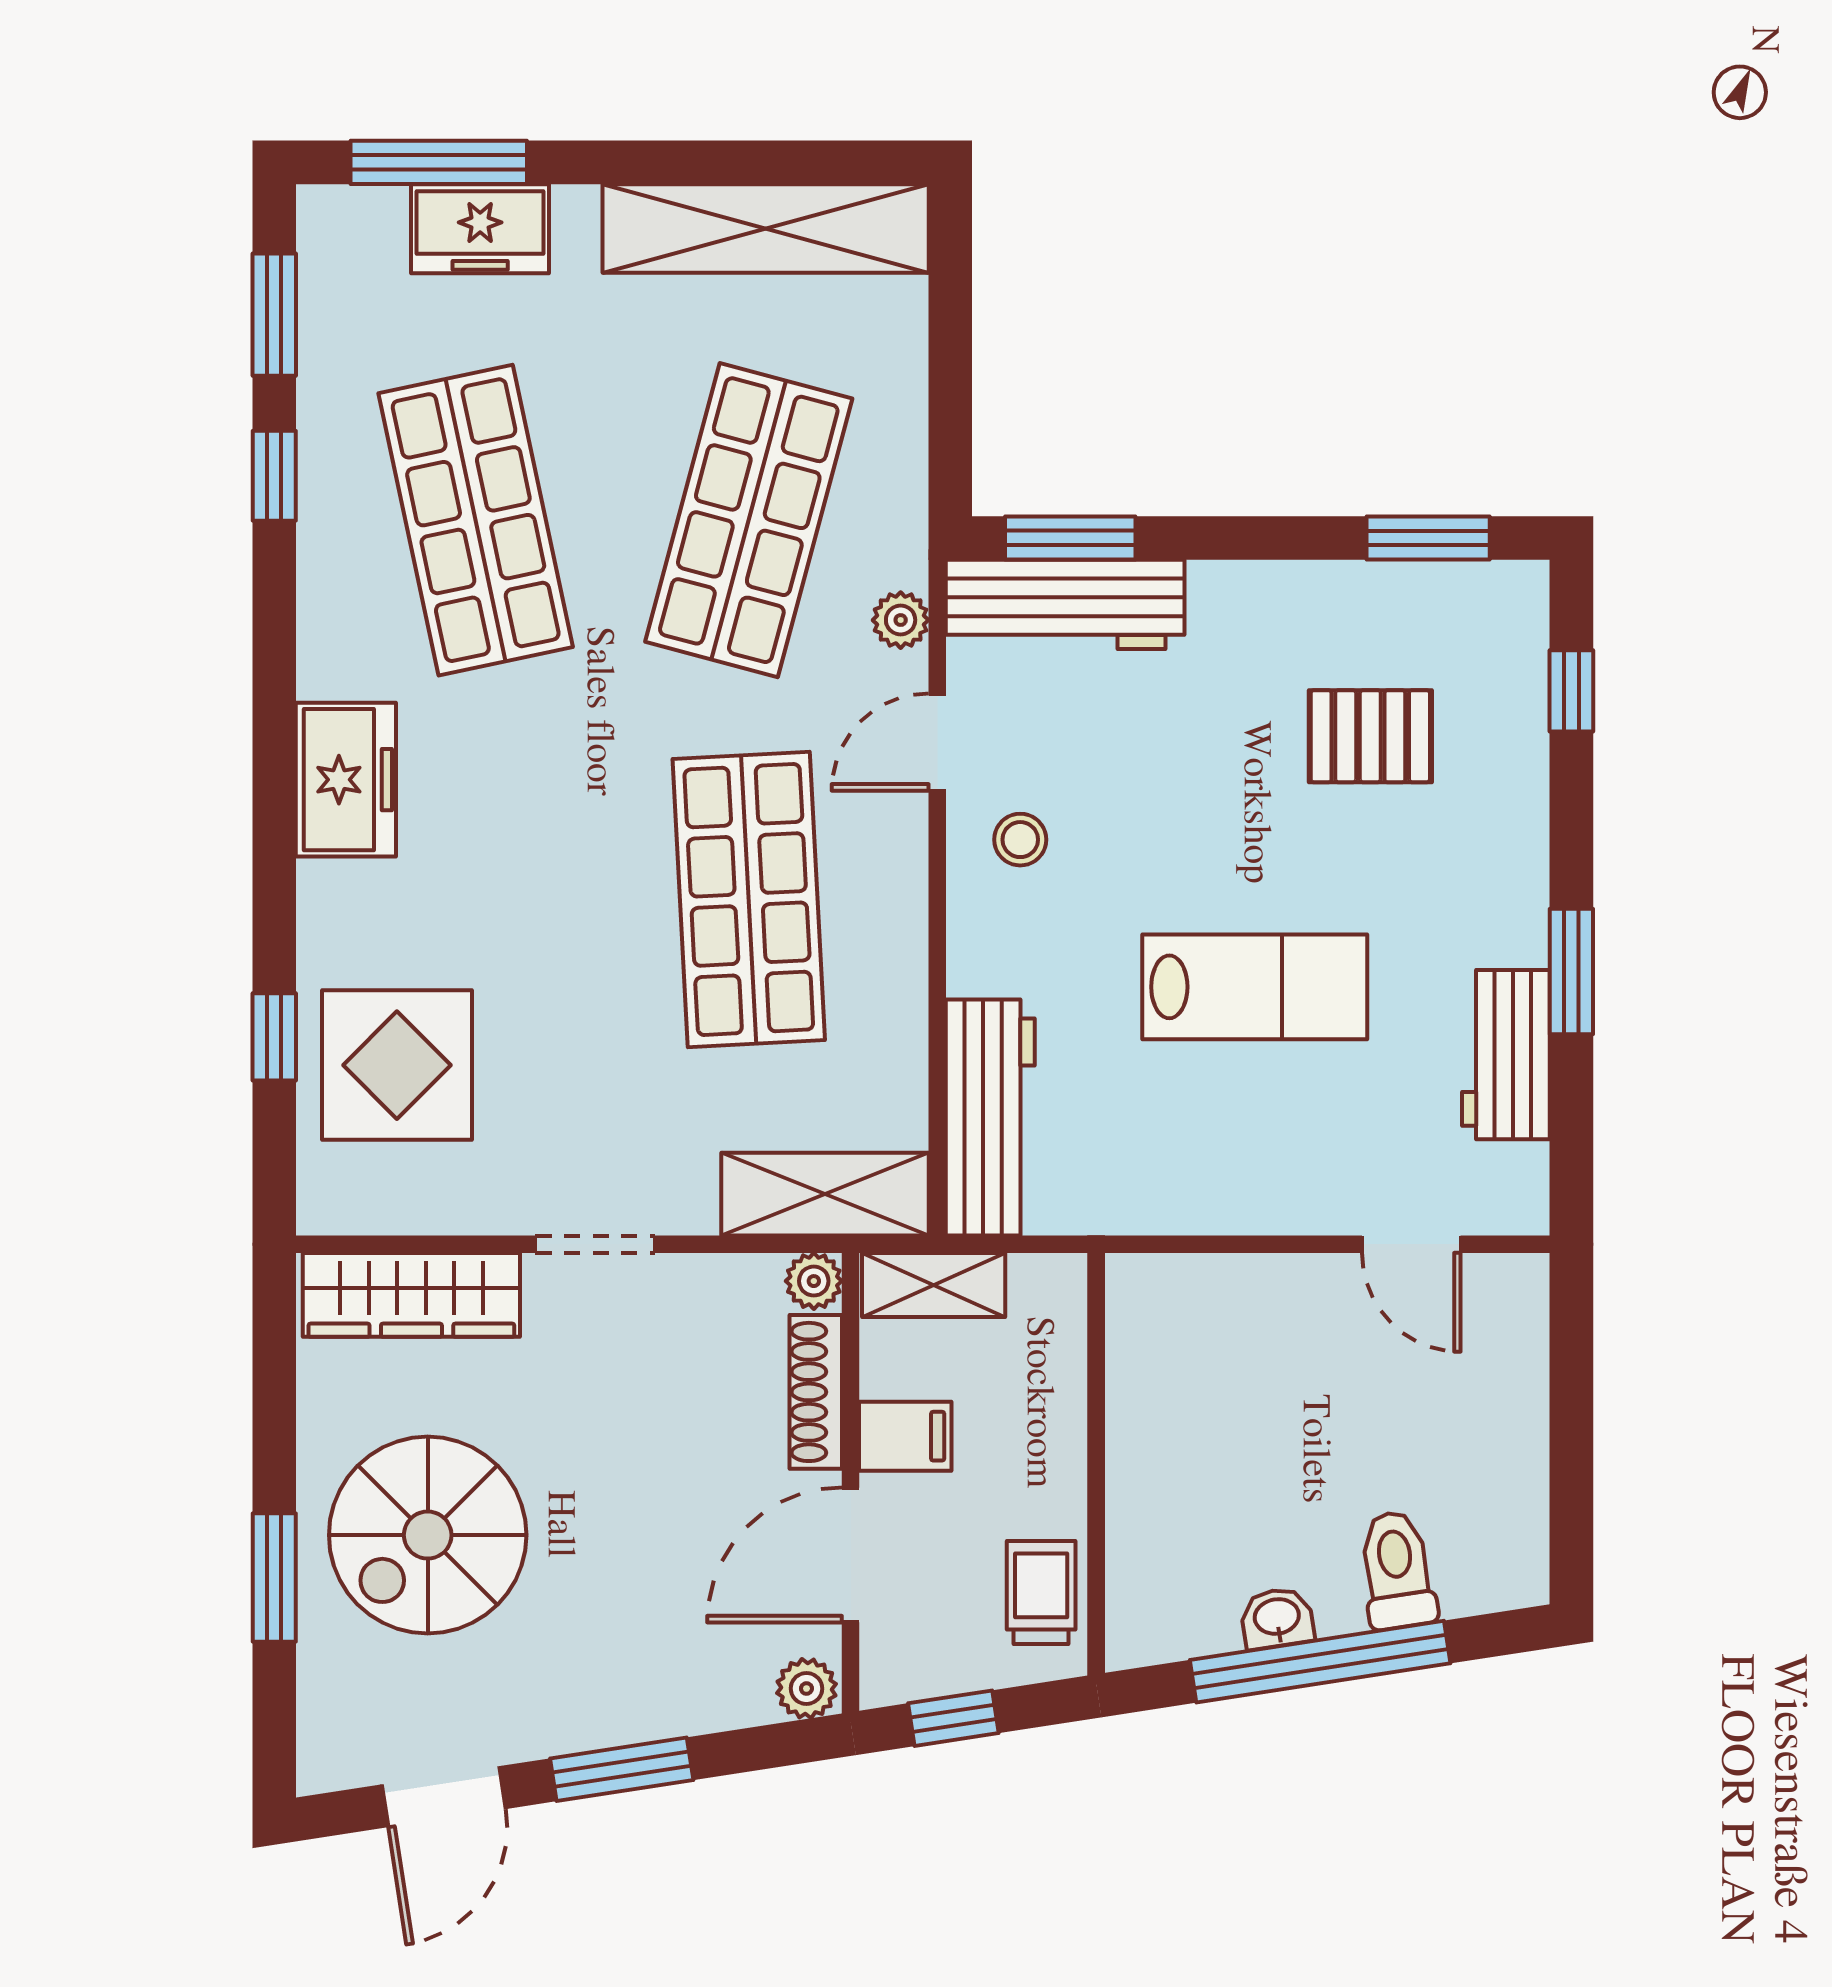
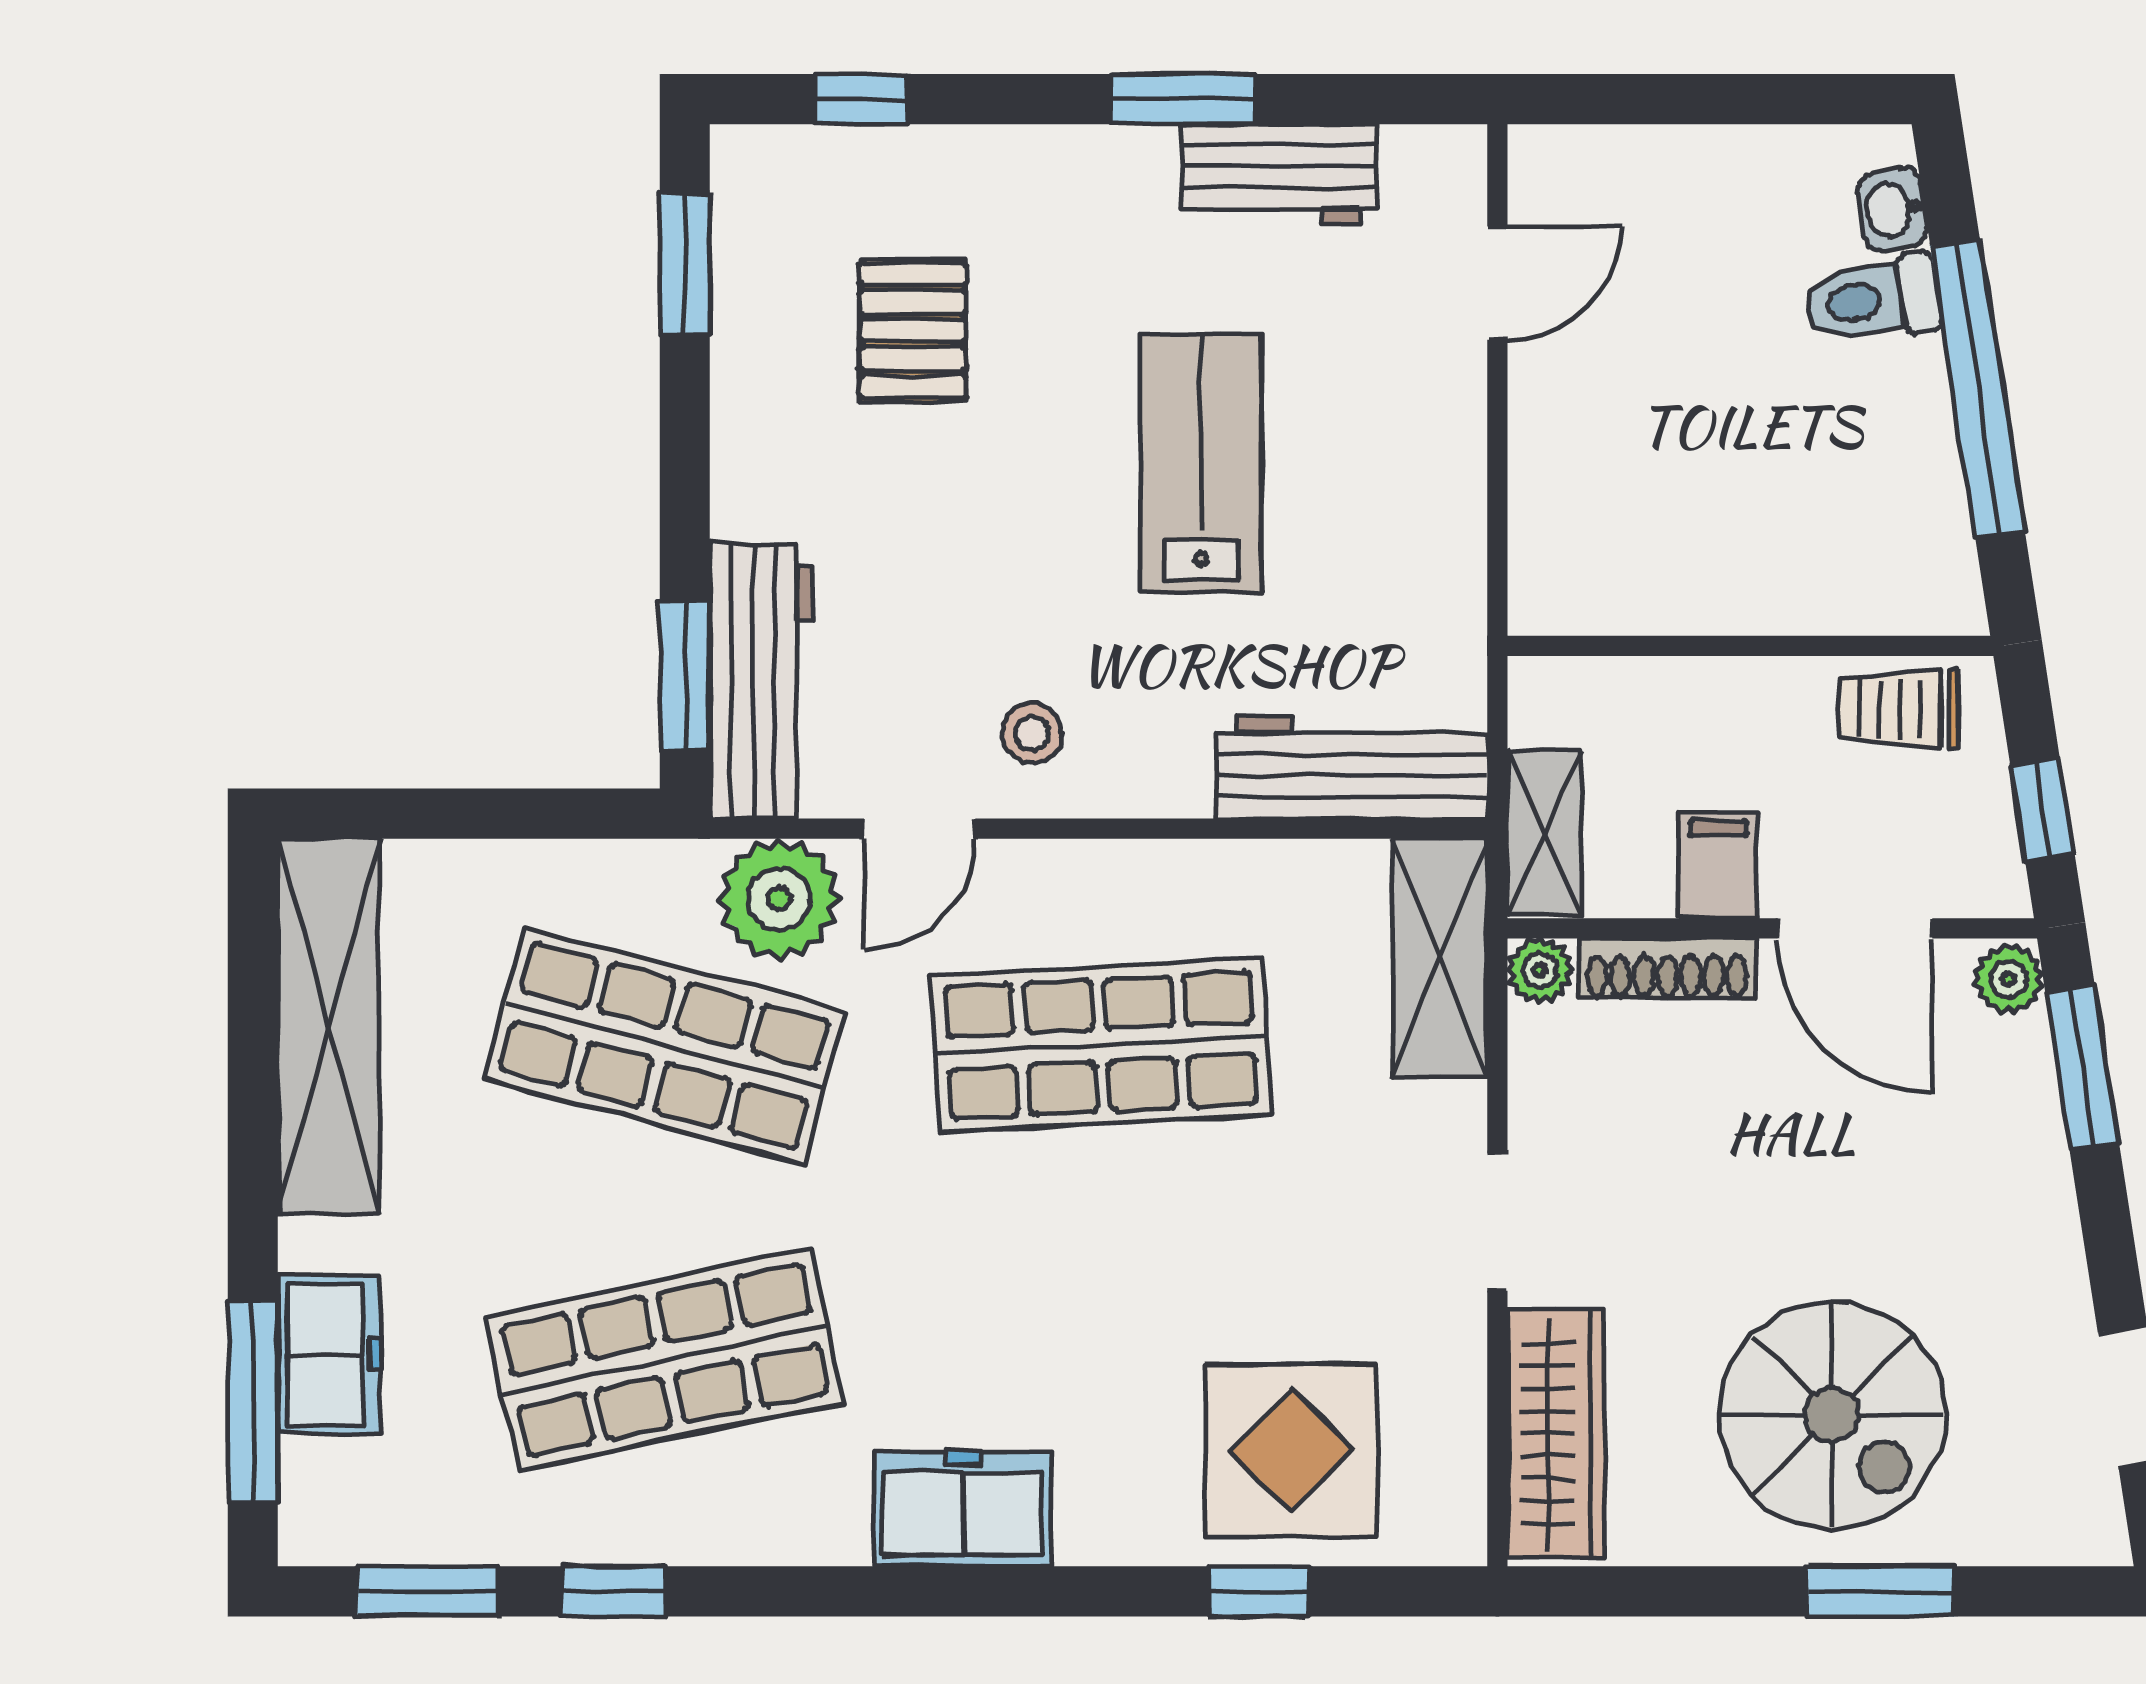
plant: (901, 620) -> (779, 899), width x1.88, depth x1.88
door: (937, 742) -> (920, 829), hinge flipped
washbasin: (1277, 1618) -> (1892, 209), moved
window: (622, 1769) -> (2082, 1067), moved

